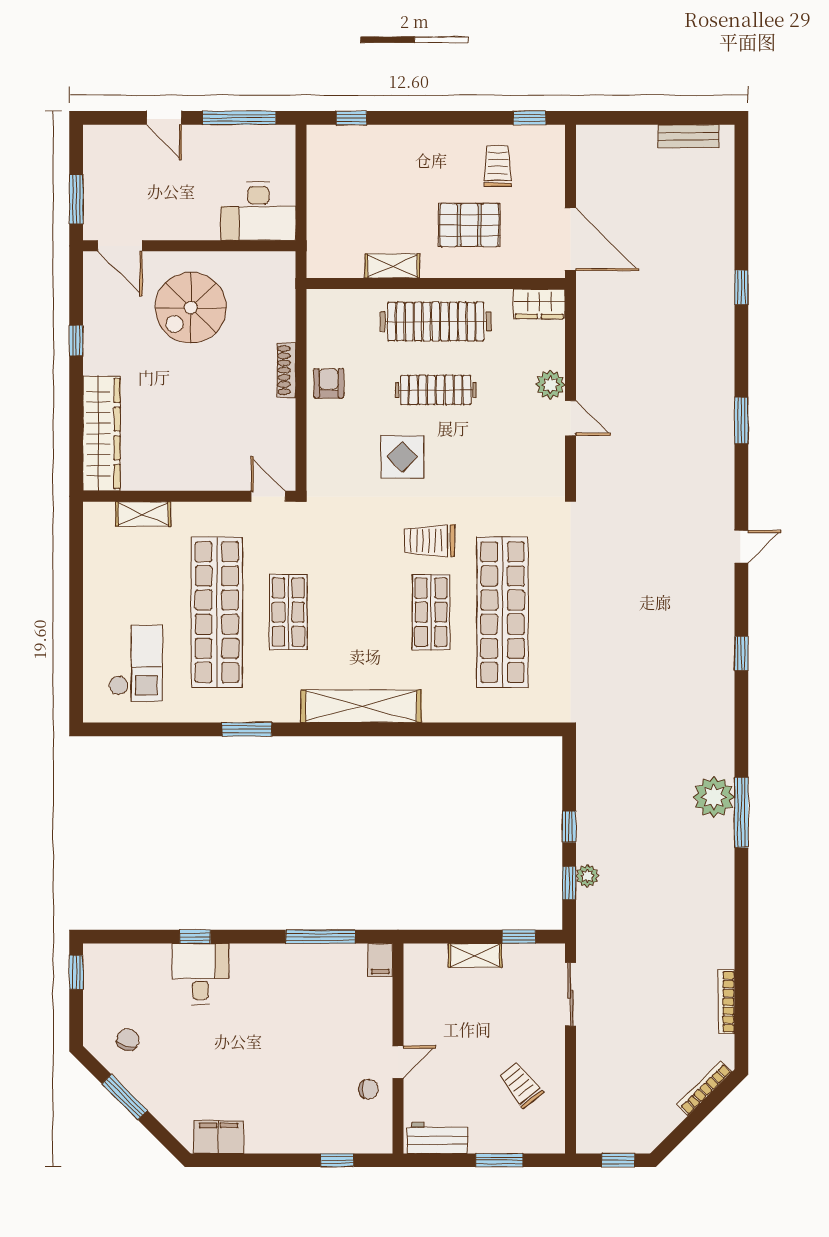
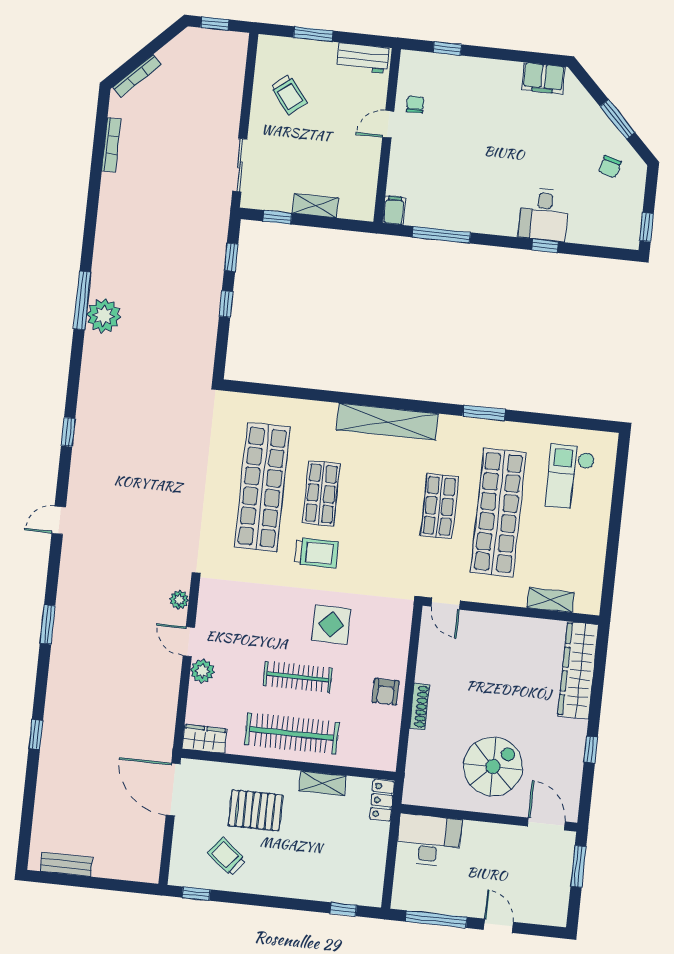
trolley: (498, 166) -> (227, 856), turned 128
locker: (319, 253) -> (382, 800), added
plant: (587, 876) -> (179, 600), moved
chair: (368, 1089) -> (415, 104), turned 89

